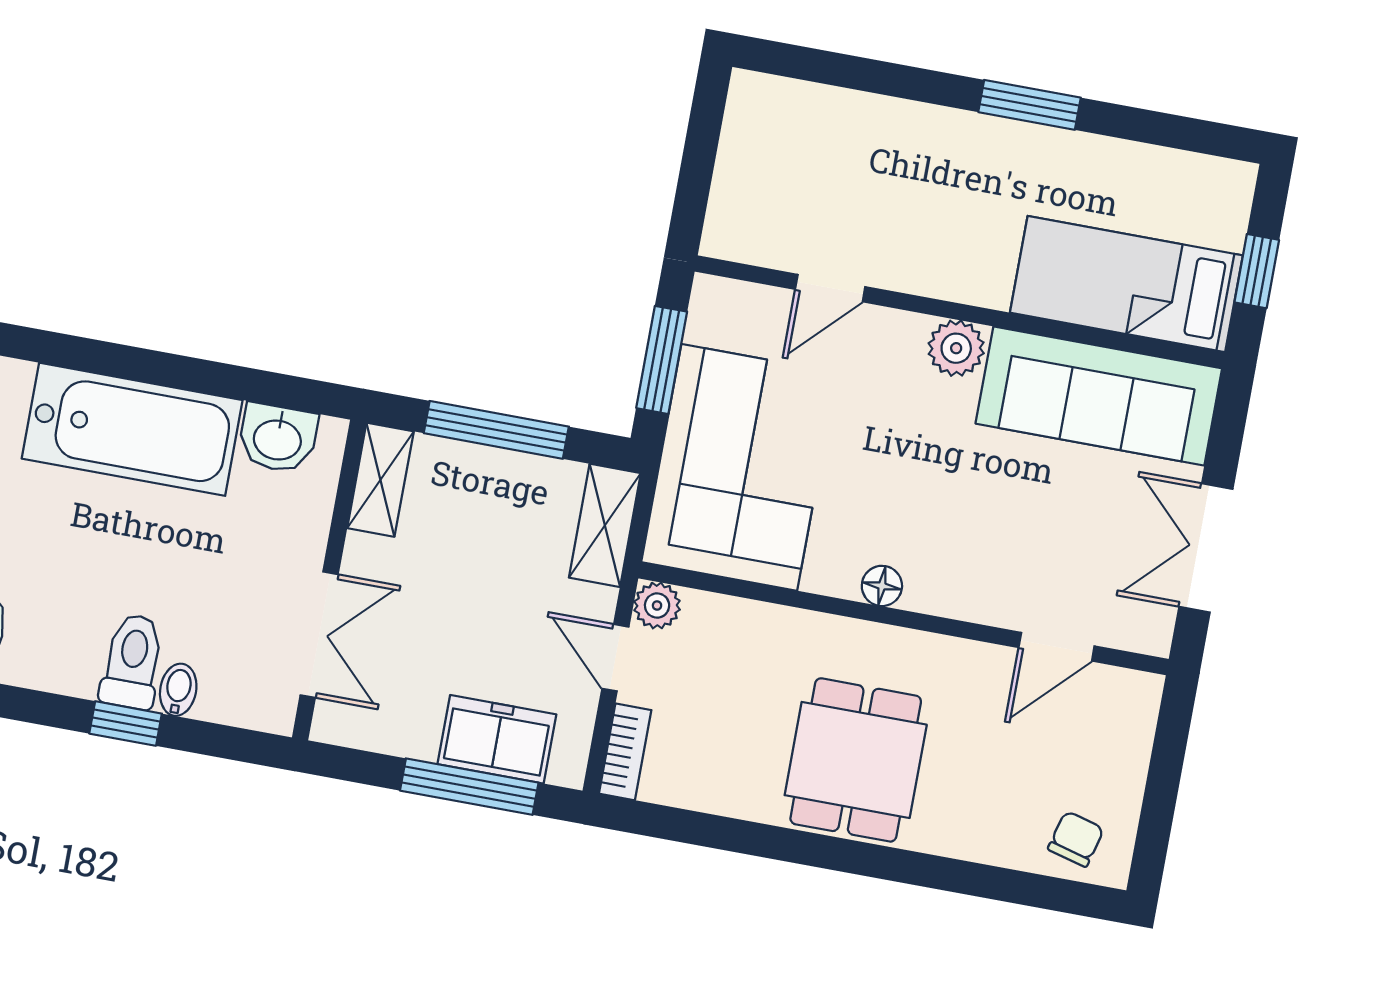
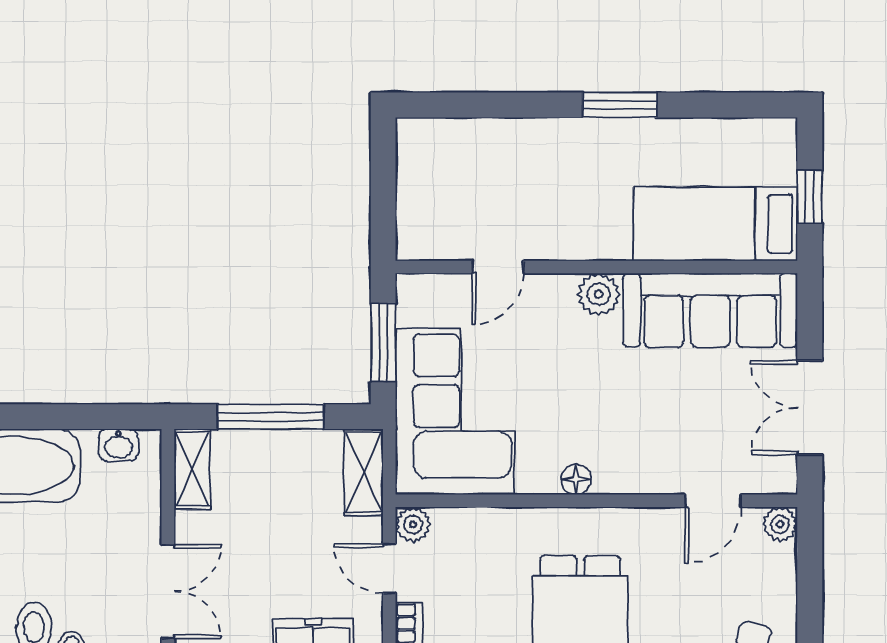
washbasin: (278, 438) -> (118, 445), width x0.72, depth x0.69
plant: (1139, 694) -> (780, 524), added

